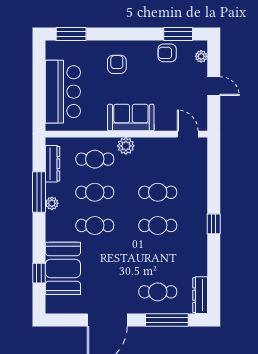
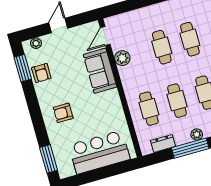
sofa: (131, 118) -> (100, 71), moved
plant: (126, 146) -> (122, 58), moved
dresser: (52, 164) -> (163, 143), width x0.70

